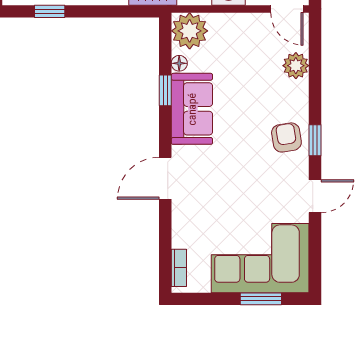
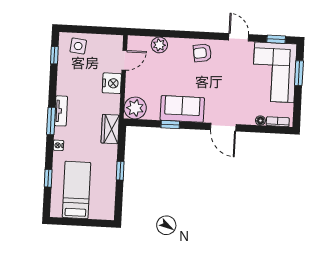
door: (287, 9) -> (124, 60), moved
window: (50, 11) -> (120, 171), moved
floor lamp: (179, 63) -> (260, 121), moved
window: (315, 140) -> (276, 39), moved

